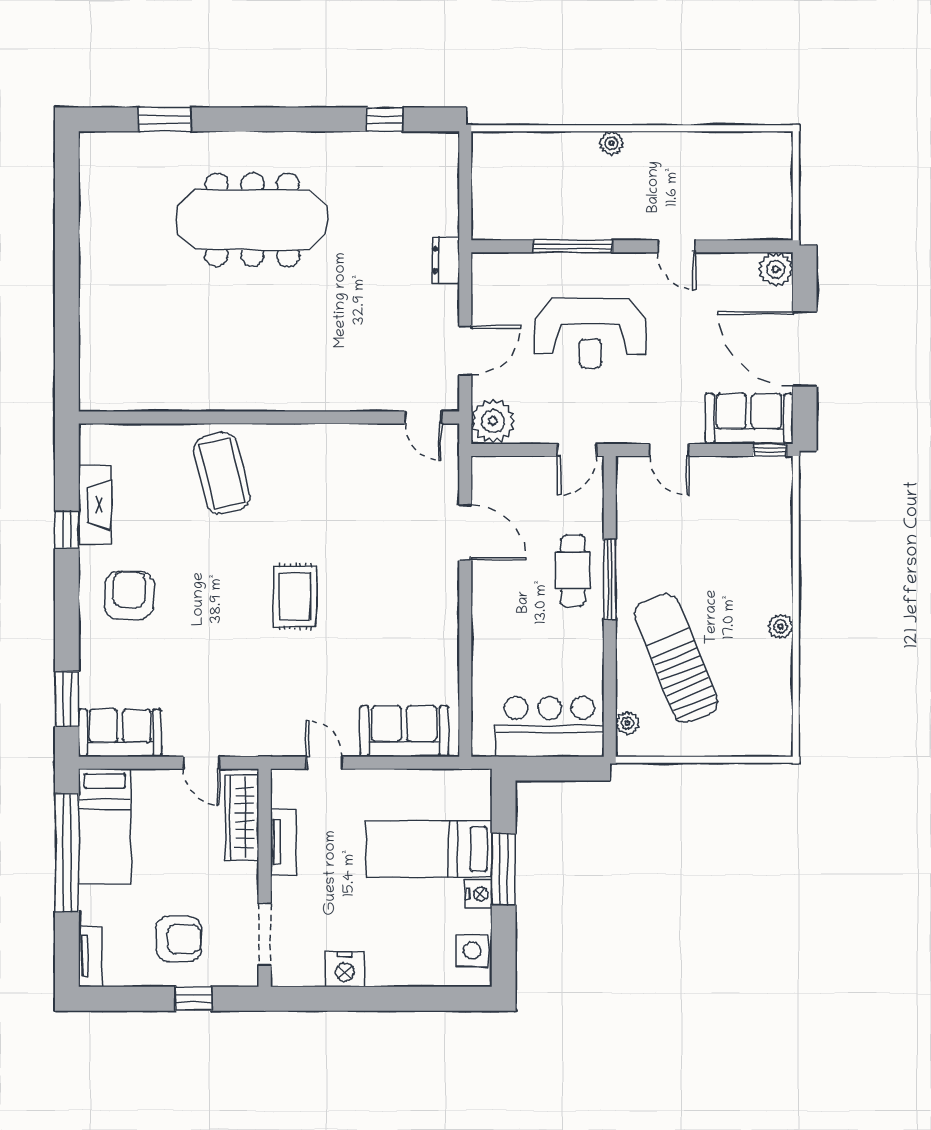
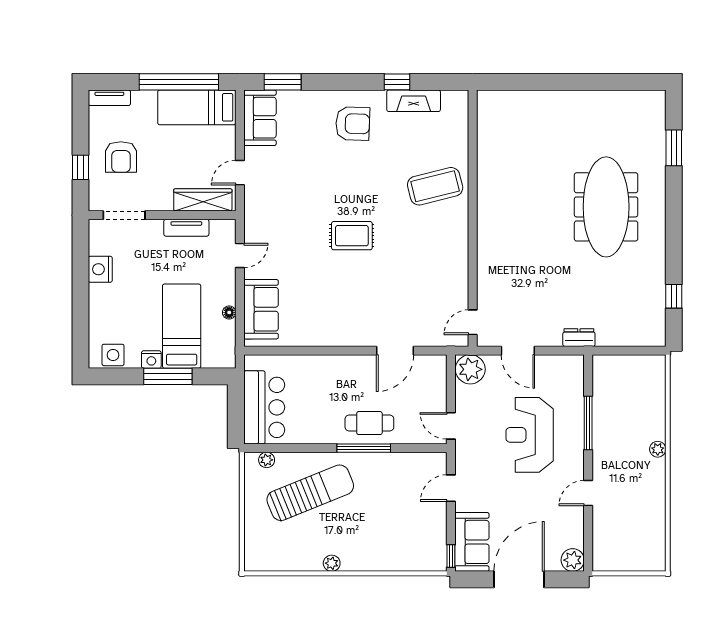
floor lamp: (409, 778) -> (229, 312), added

